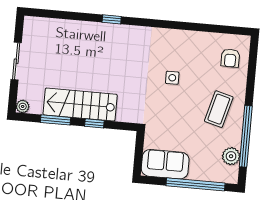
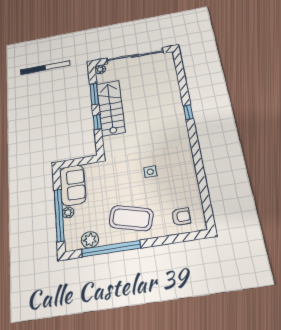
armchair: (230, 58) -> (181, 217), turned 180
sliding door: (16, 61) -> (135, 56), width x1.86
coffee table: (219, 109) -> (131, 218), width x1.36, depth x1.32
plant: (195, 174) -> (68, 212), added

